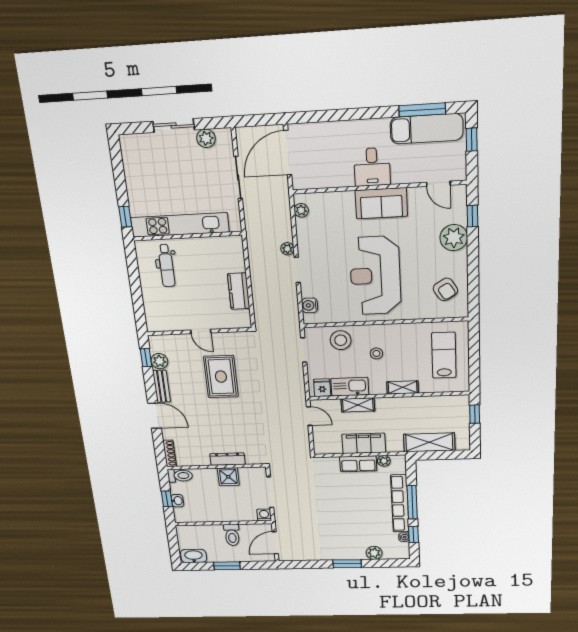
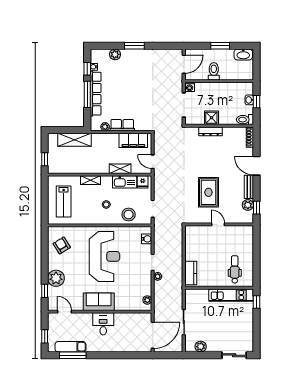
sliding door: (174, 126) -> (234, 355), moved
exam couch: (427, 129) -> (70, 347), width x0.73, depth x0.69
kitchen unit: (180, 225) -> (231, 295), width x0.73
kitchen counter: (239, 291) -> (191, 273), moved
filing cabinet: (364, 443) -> (133, 140), moved

